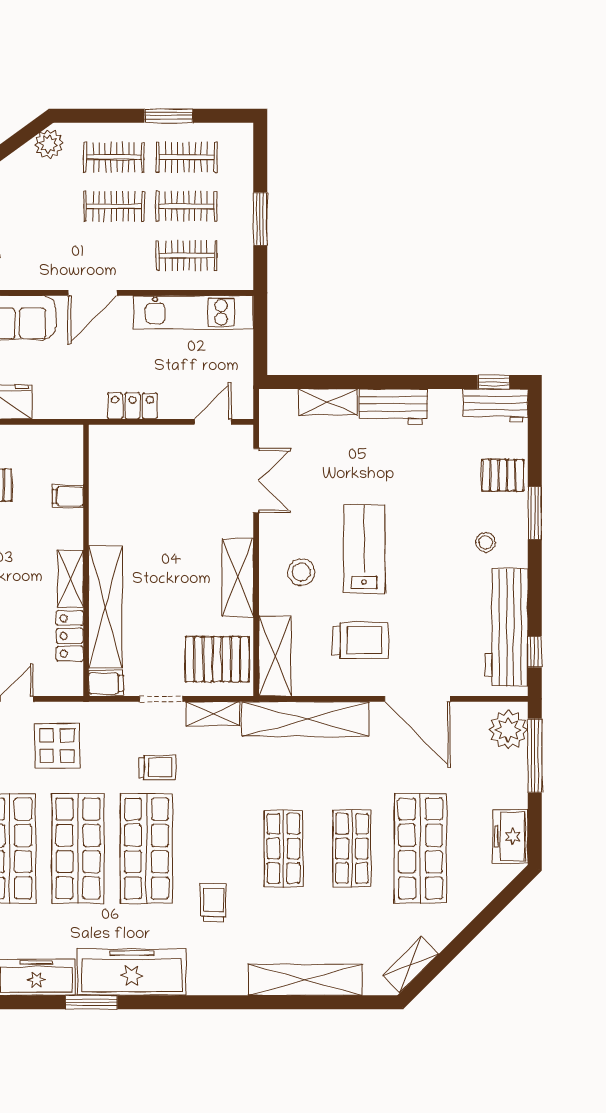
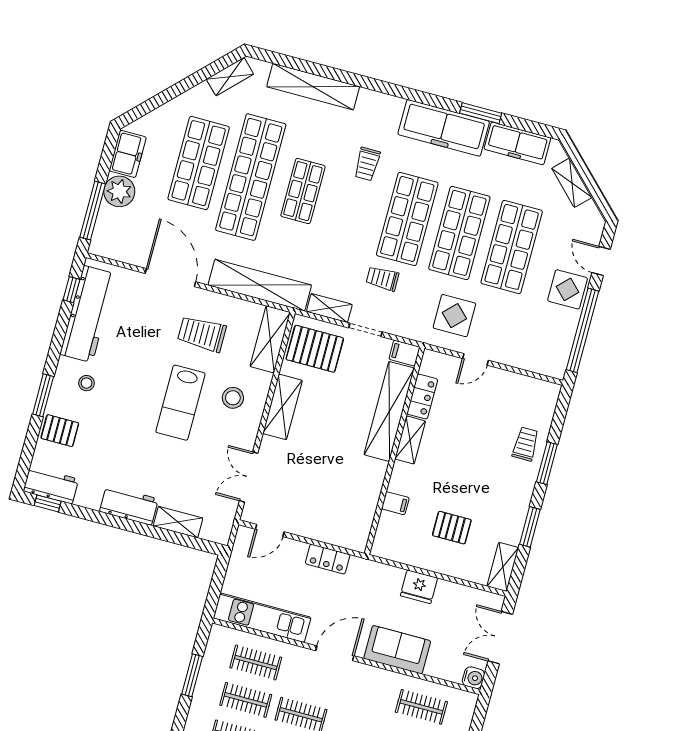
plant: (508, 730) -> (119, 191), moved
shop shelf: (352, 849) -> (251, 177), width x2.00, depth x1.36

